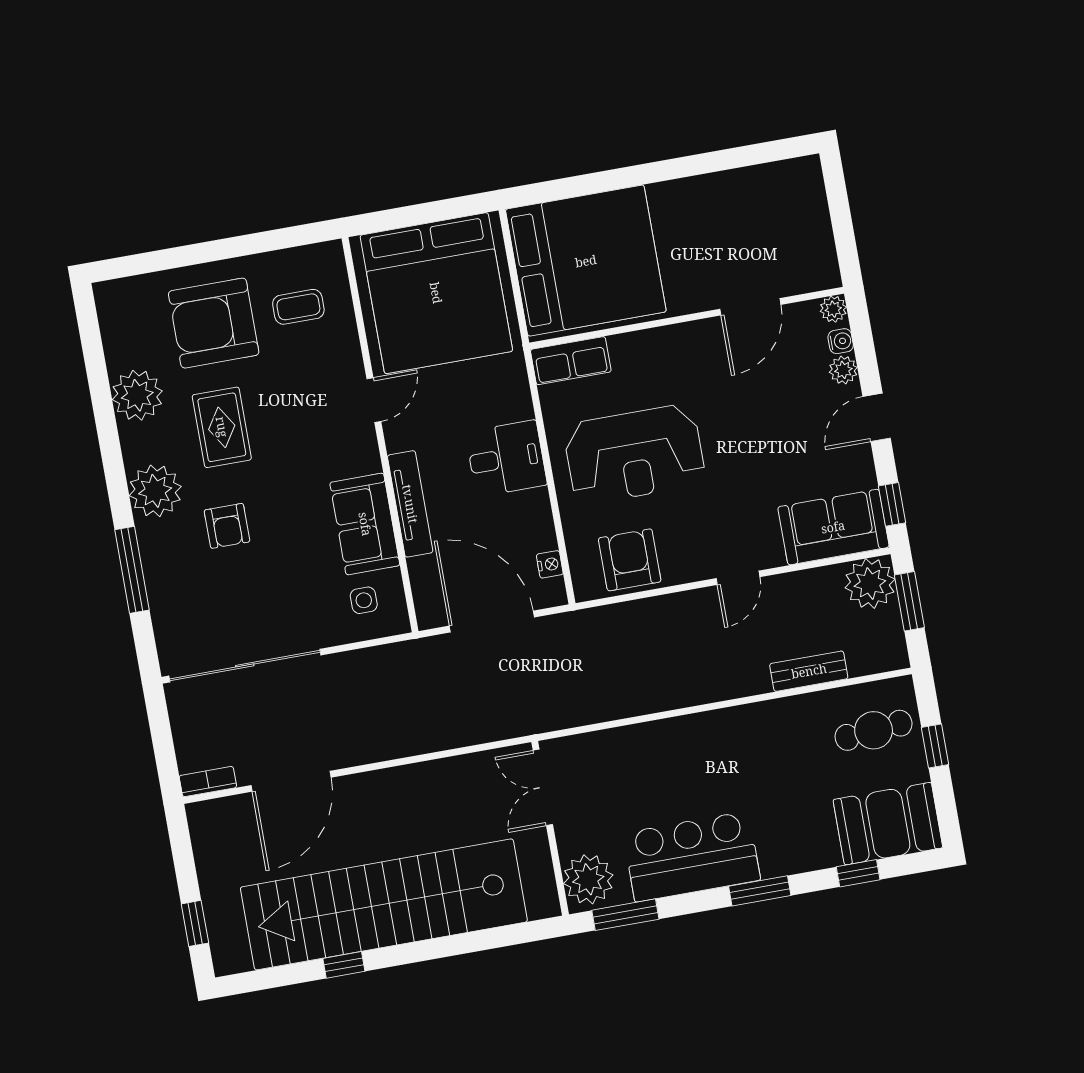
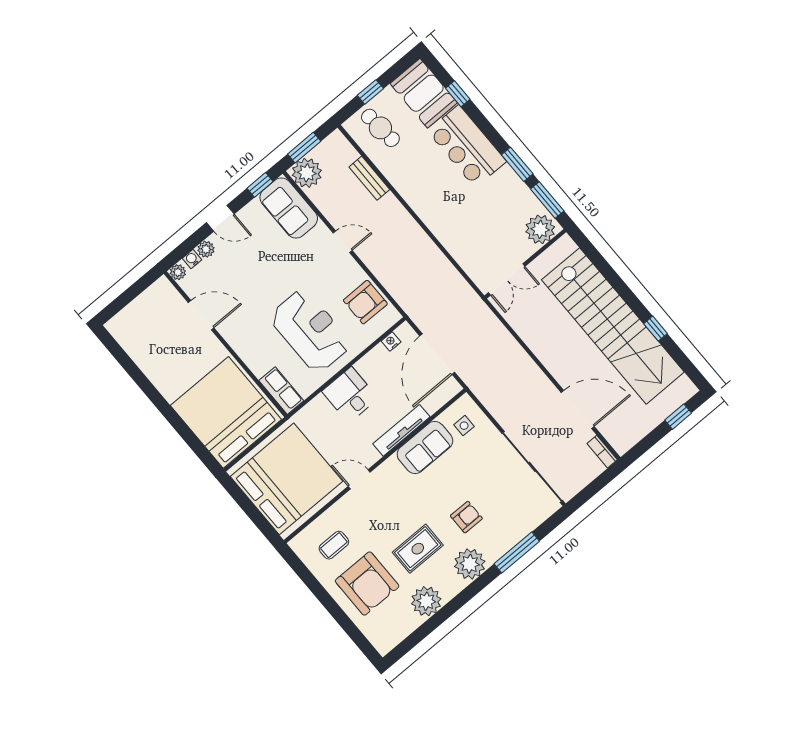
coffee table: (298, 307) -> (334, 545), turned 90
bar counter: (692, 857) -> (467, 146), moved
window: (760, 891) -> (517, 164), moved

